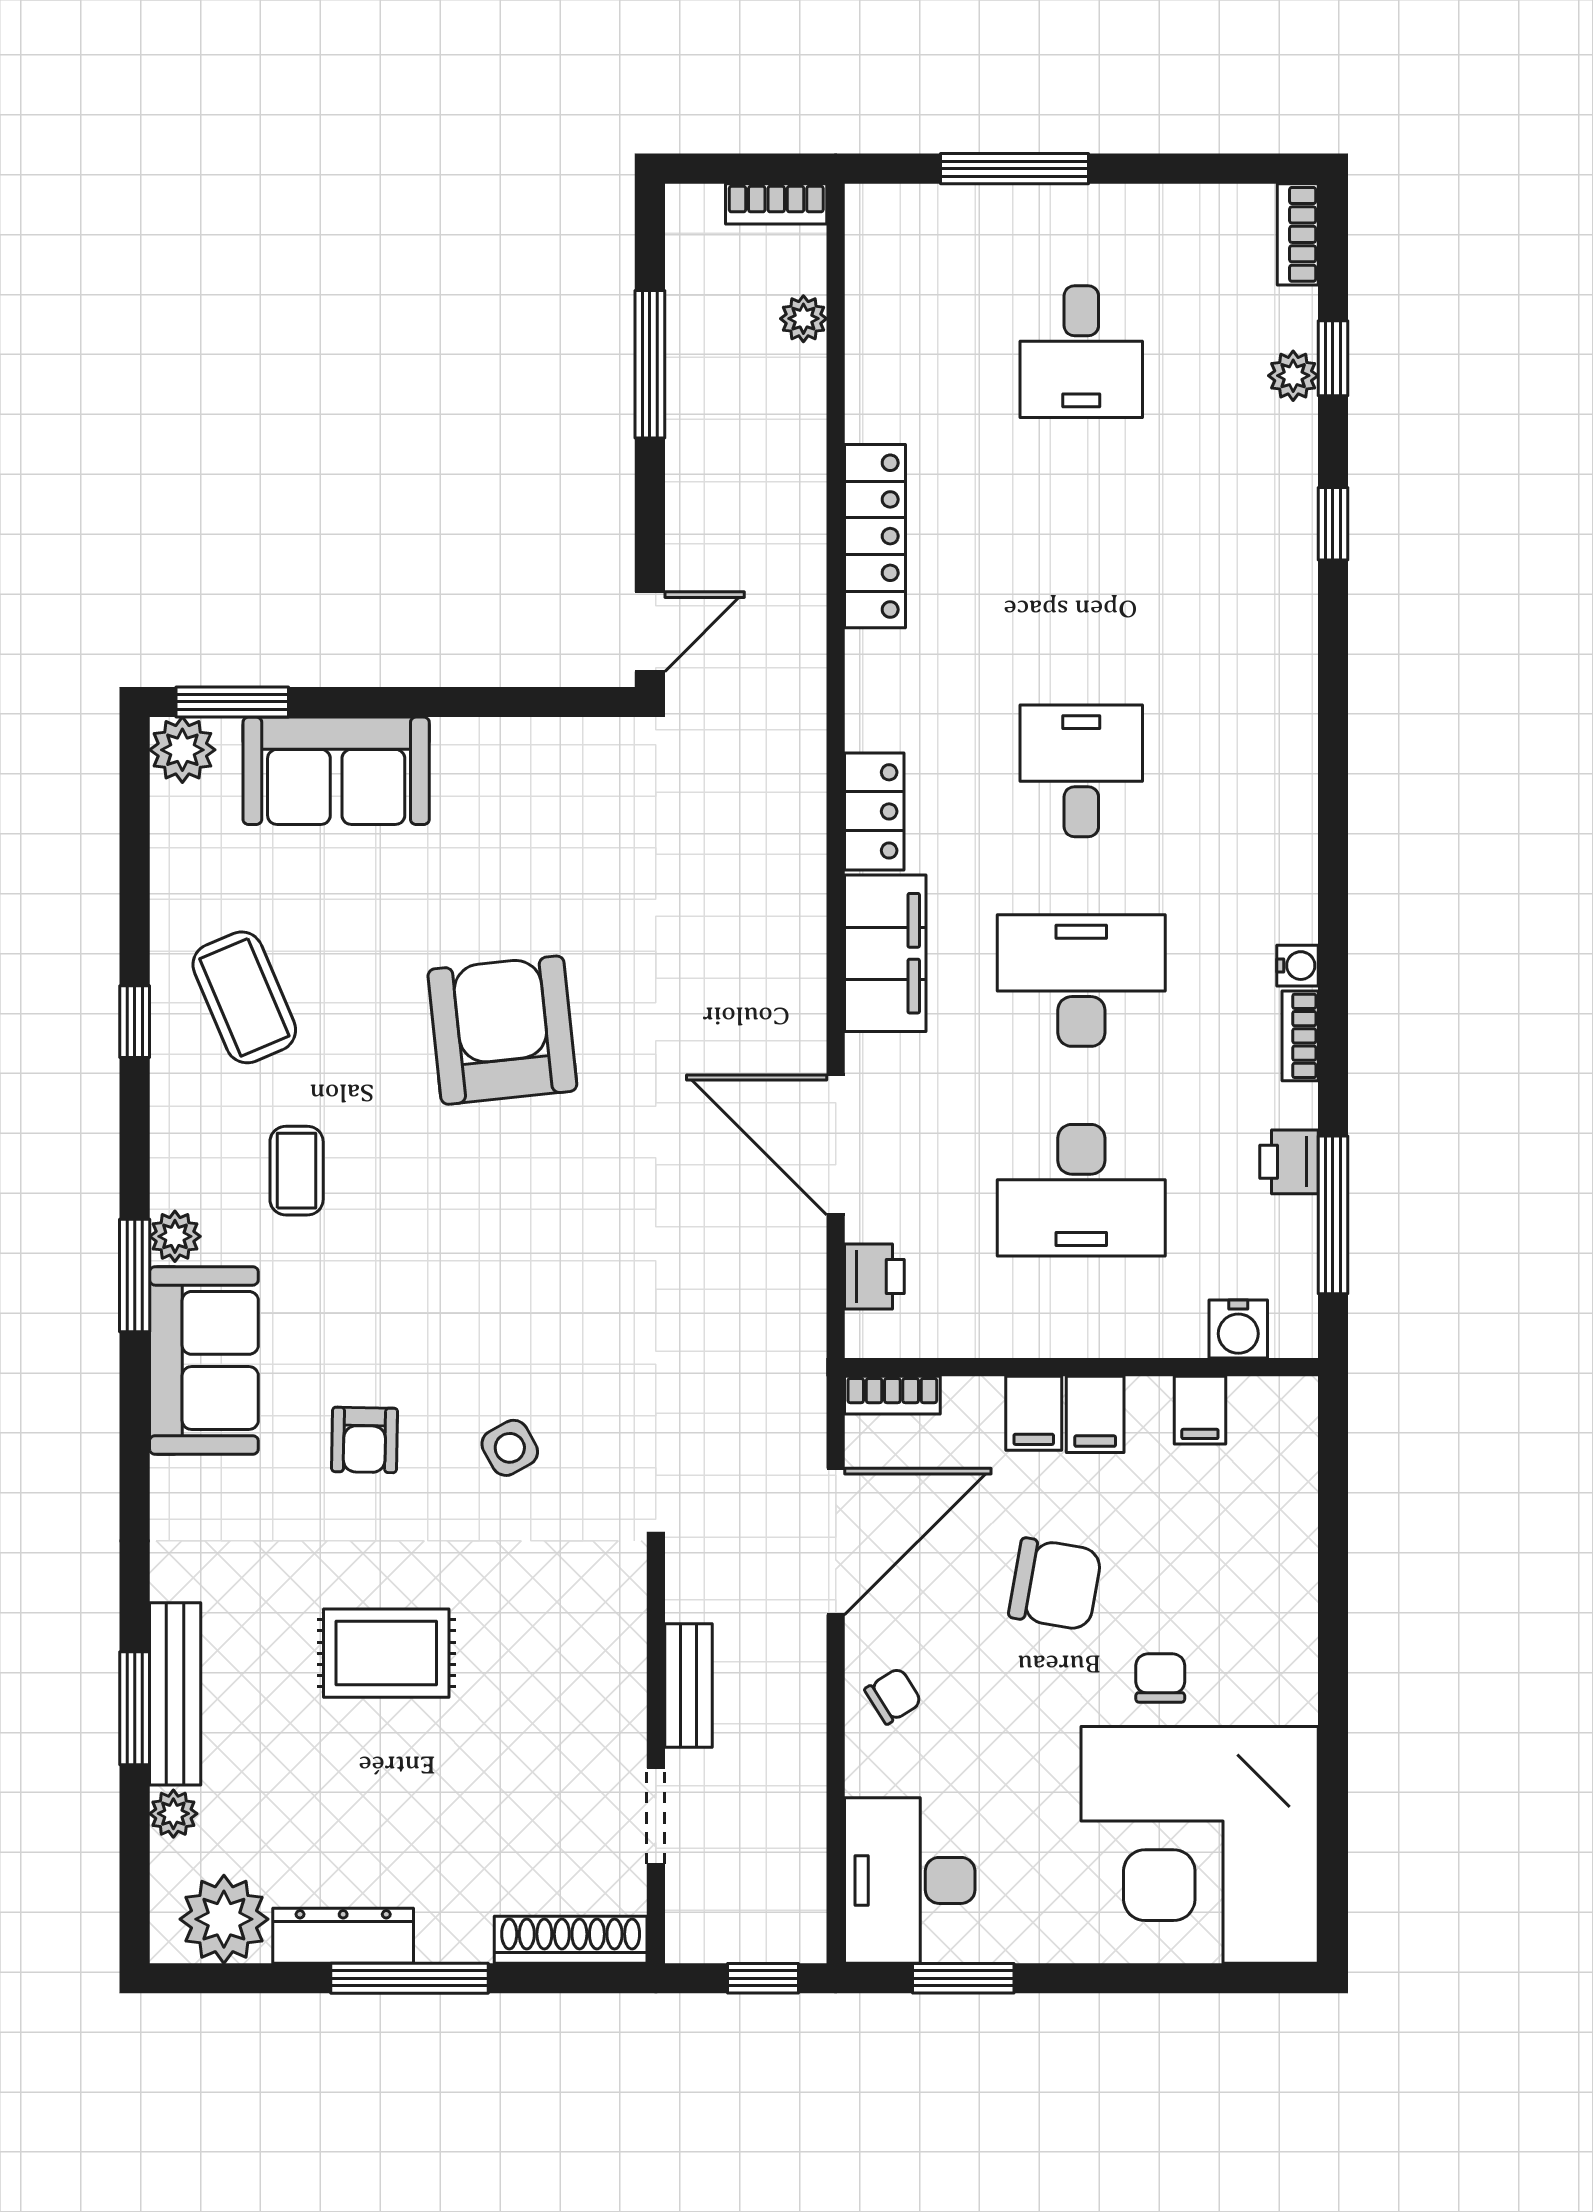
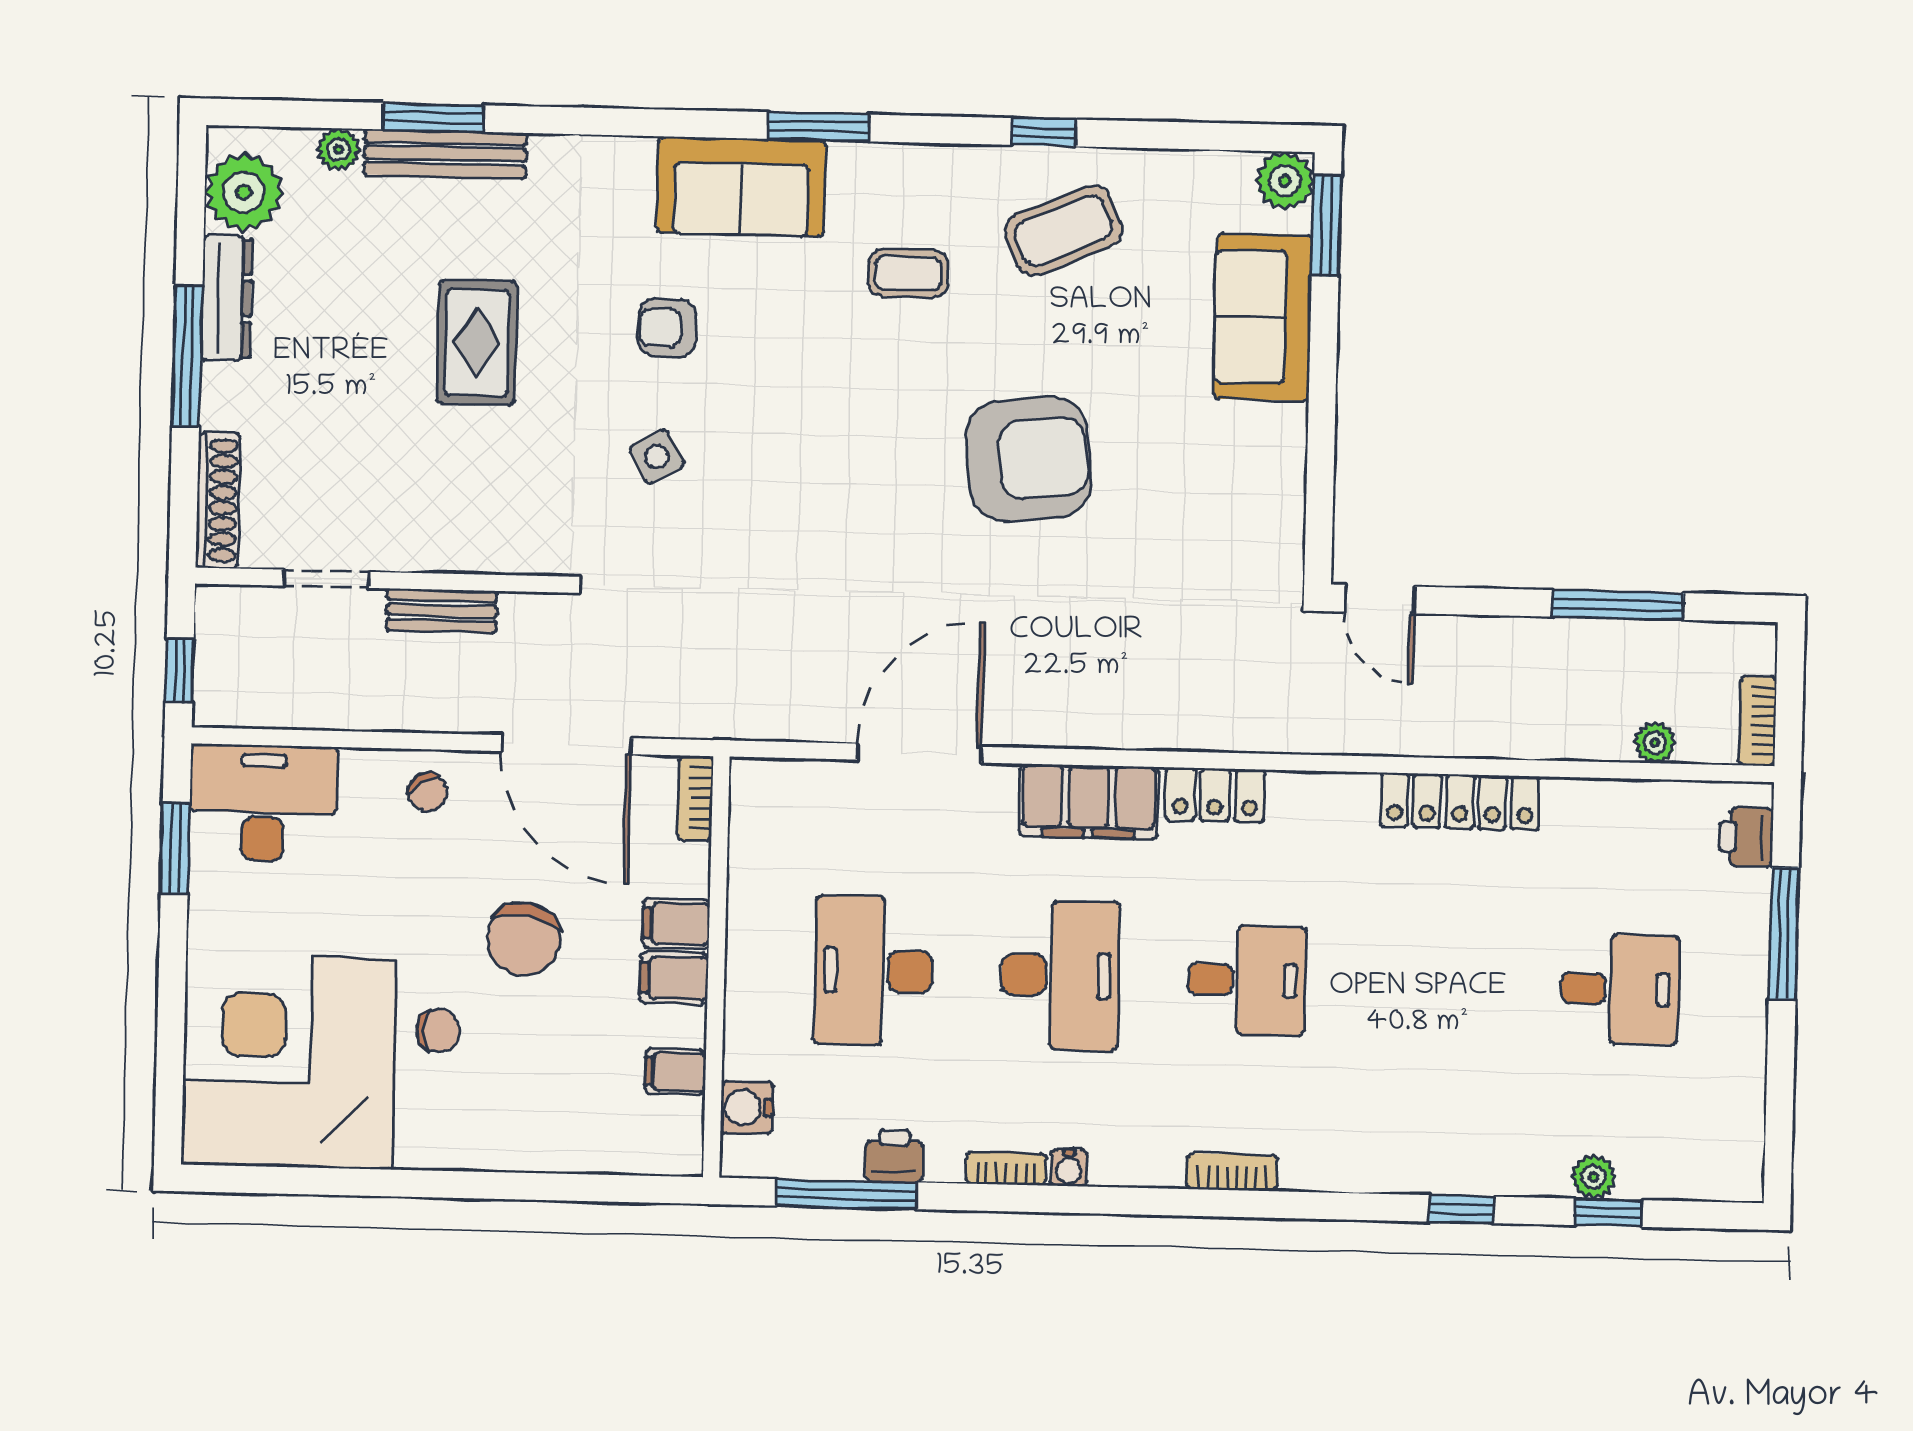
bookcase: (1298, 234) -> (1232, 1172), moved
desk: (1081, 352) -> (1620, 989), turned 180
plant: (175, 1236) -> (852, 164), removed
printer: (874, 1276) -> (1746, 837), moved, turned 90

